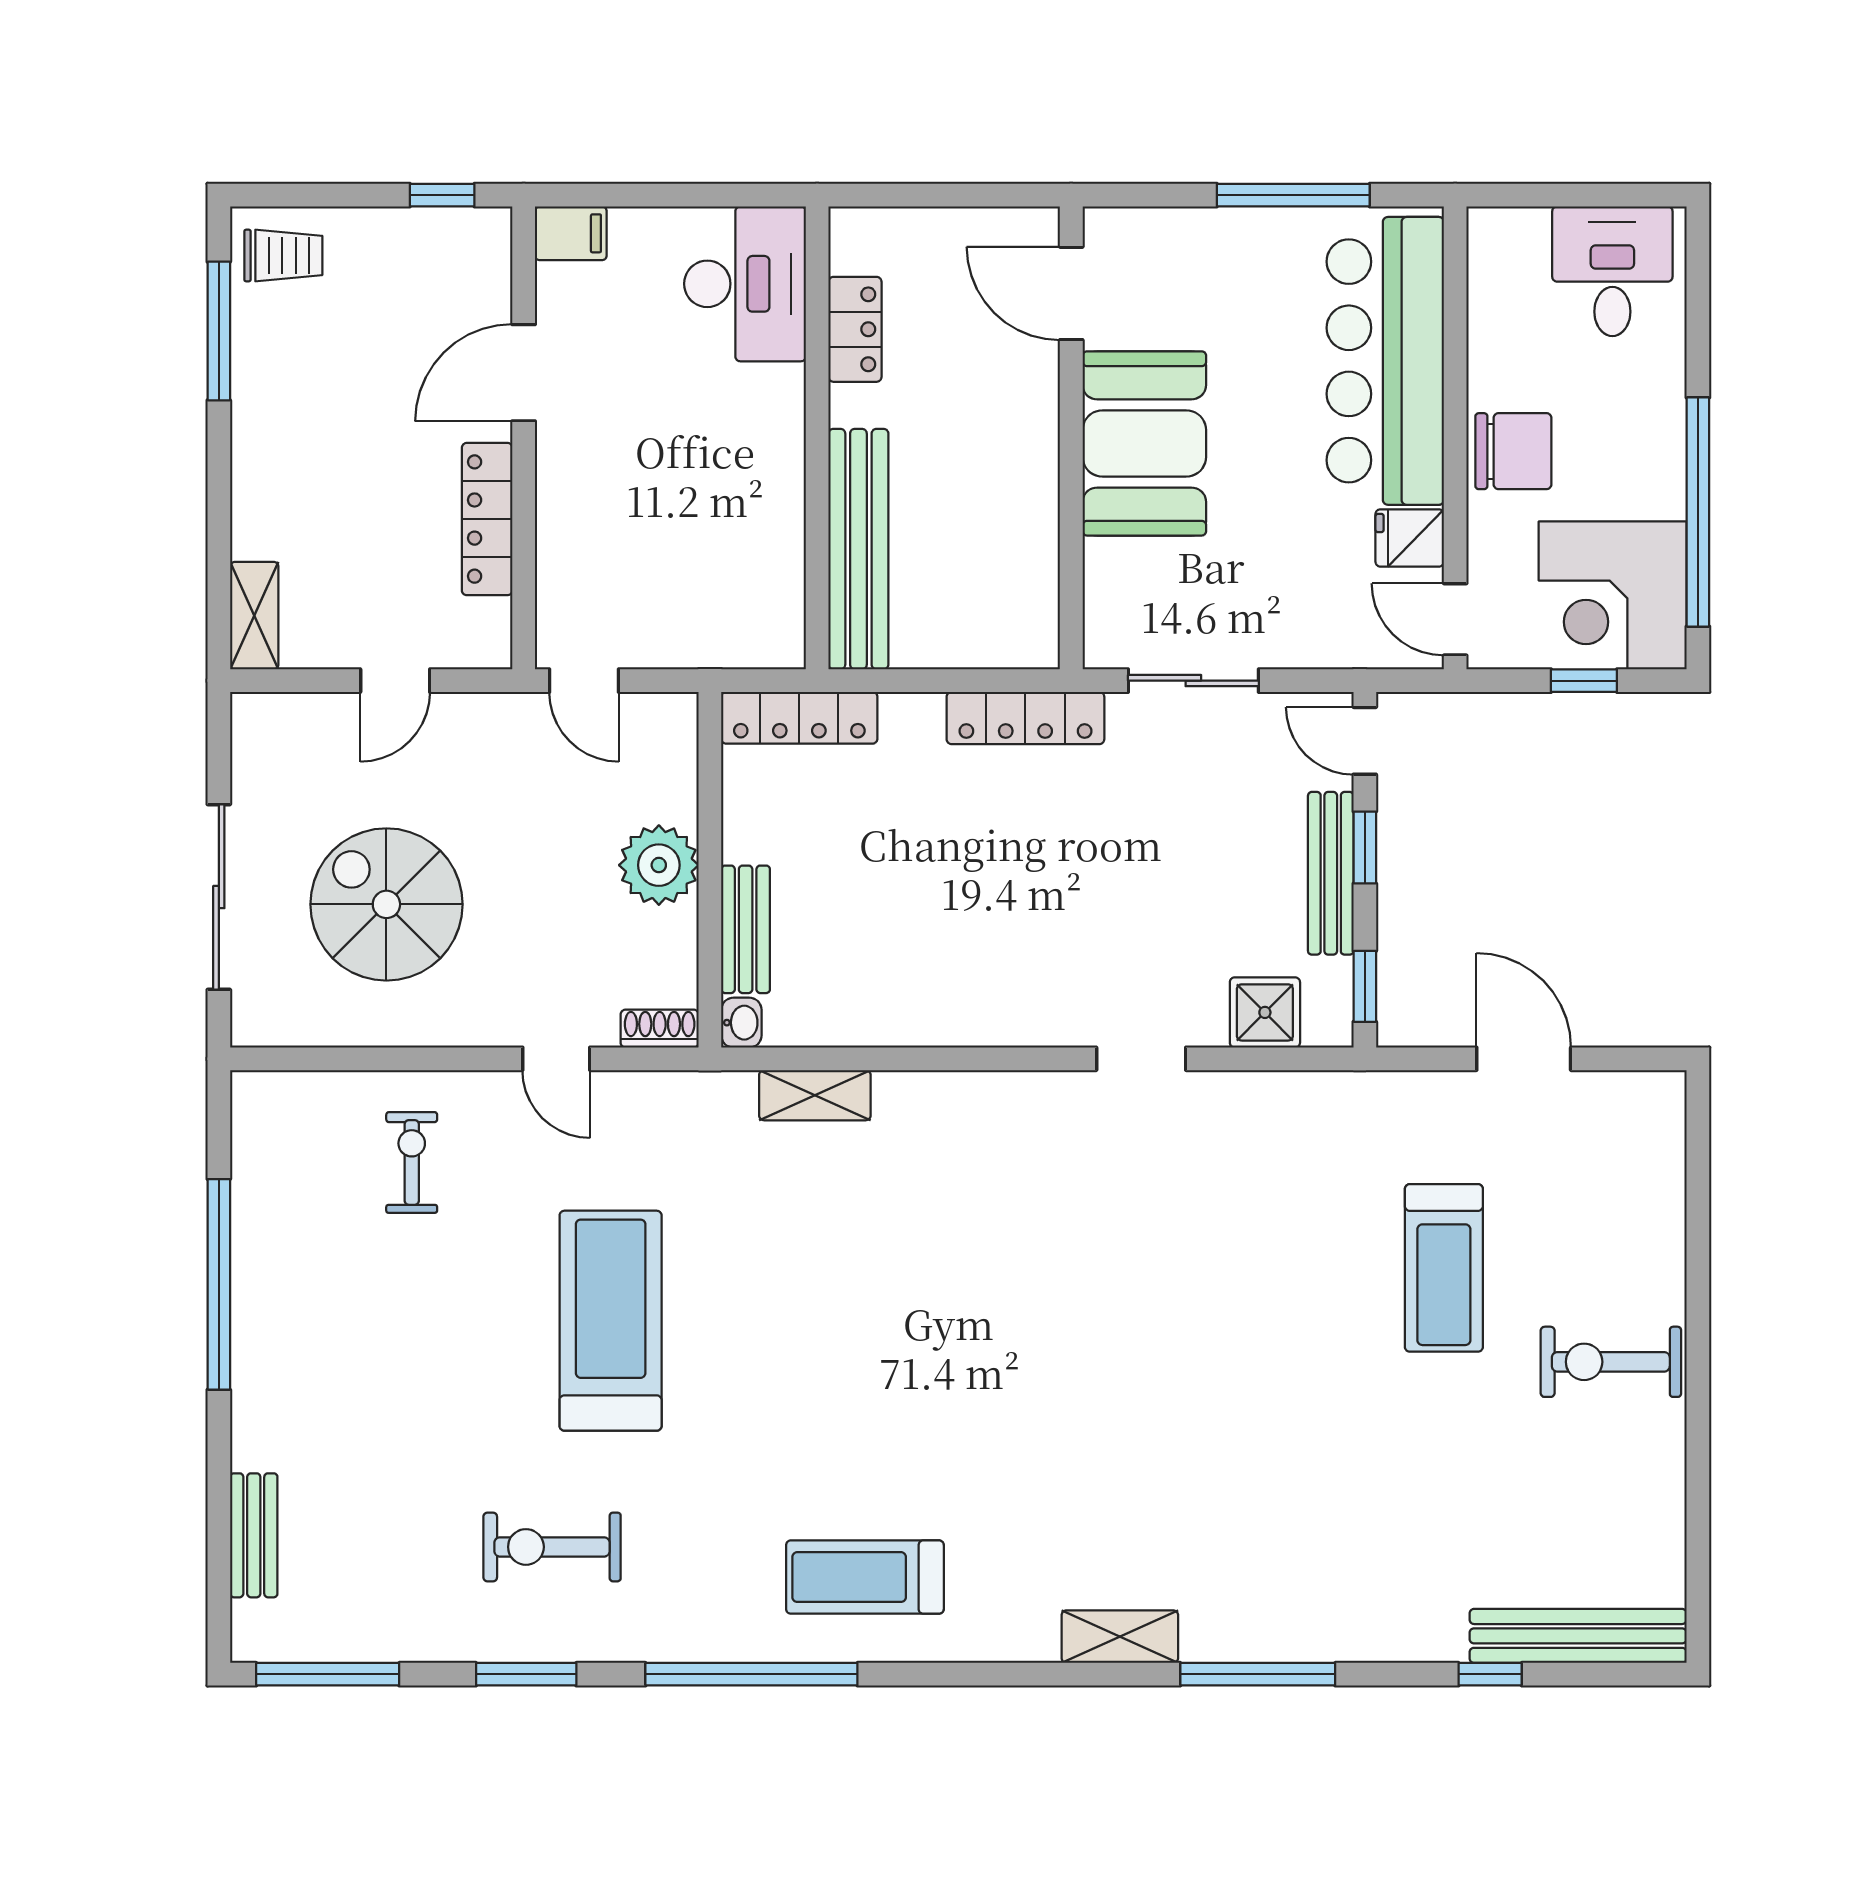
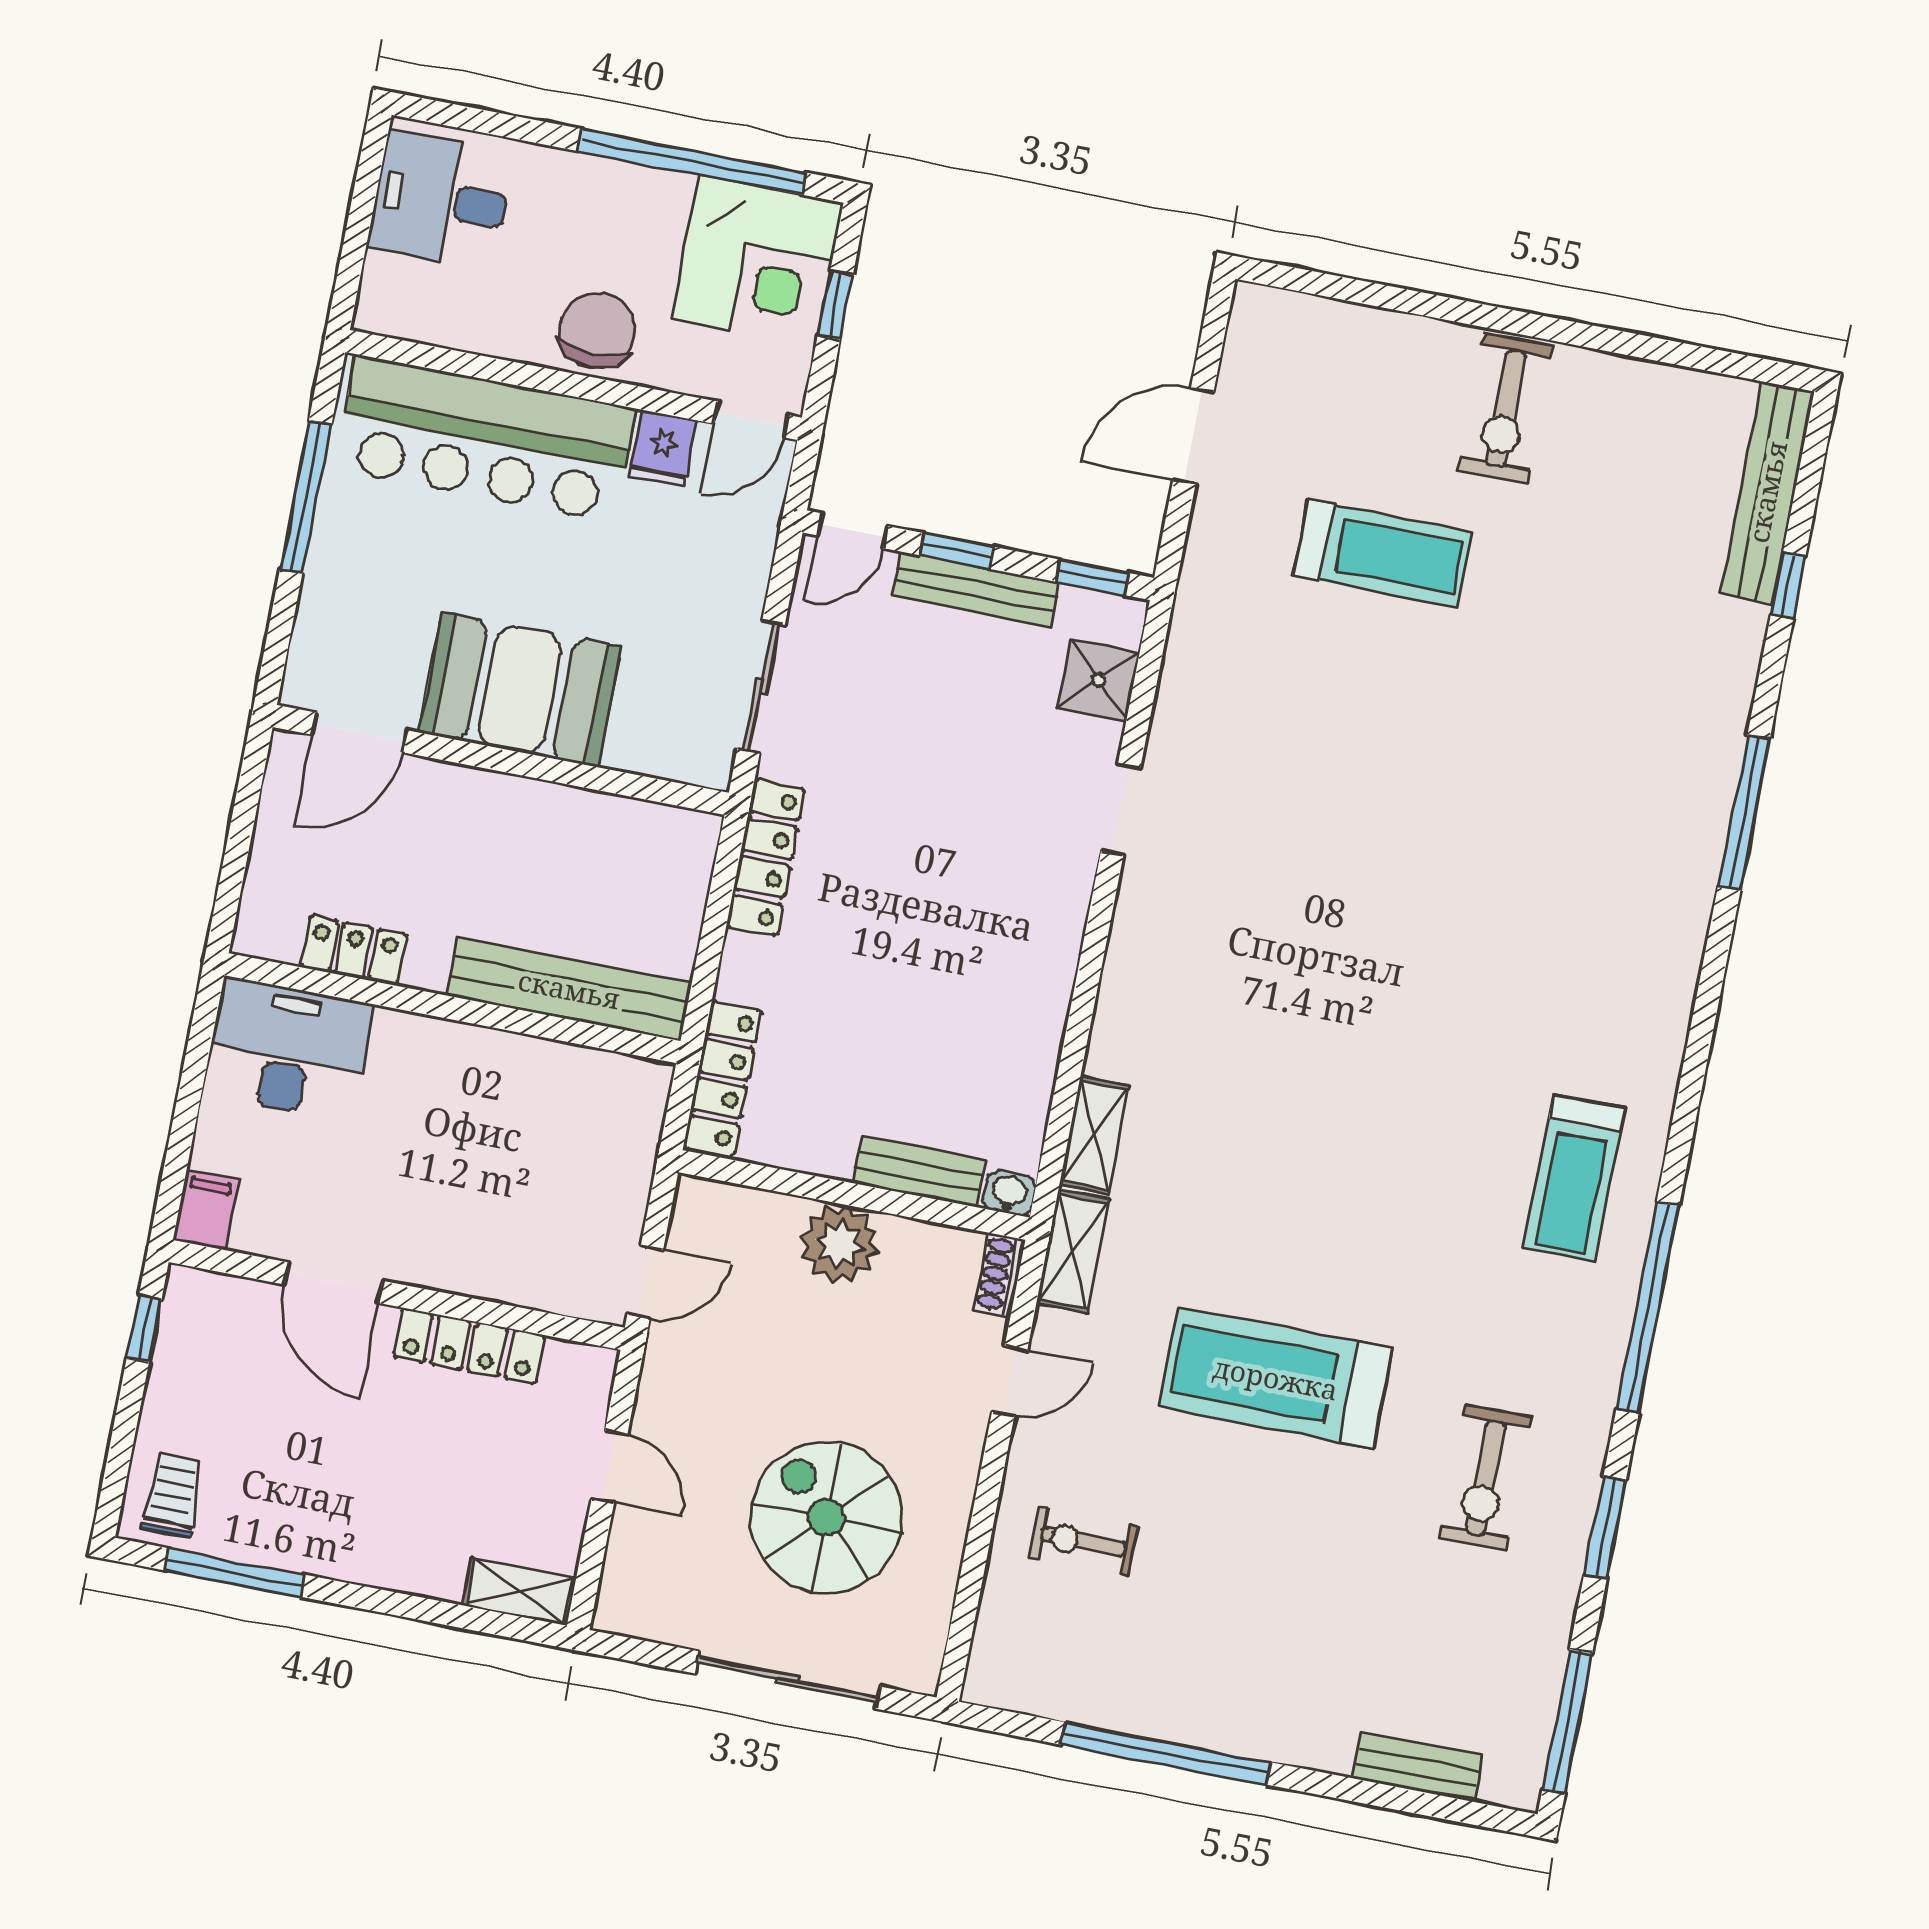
spiral stairs: (386, 904) -> (826, 1518), turned 90
shelving: (1120, 1637) -> (1073, 1251), moved

